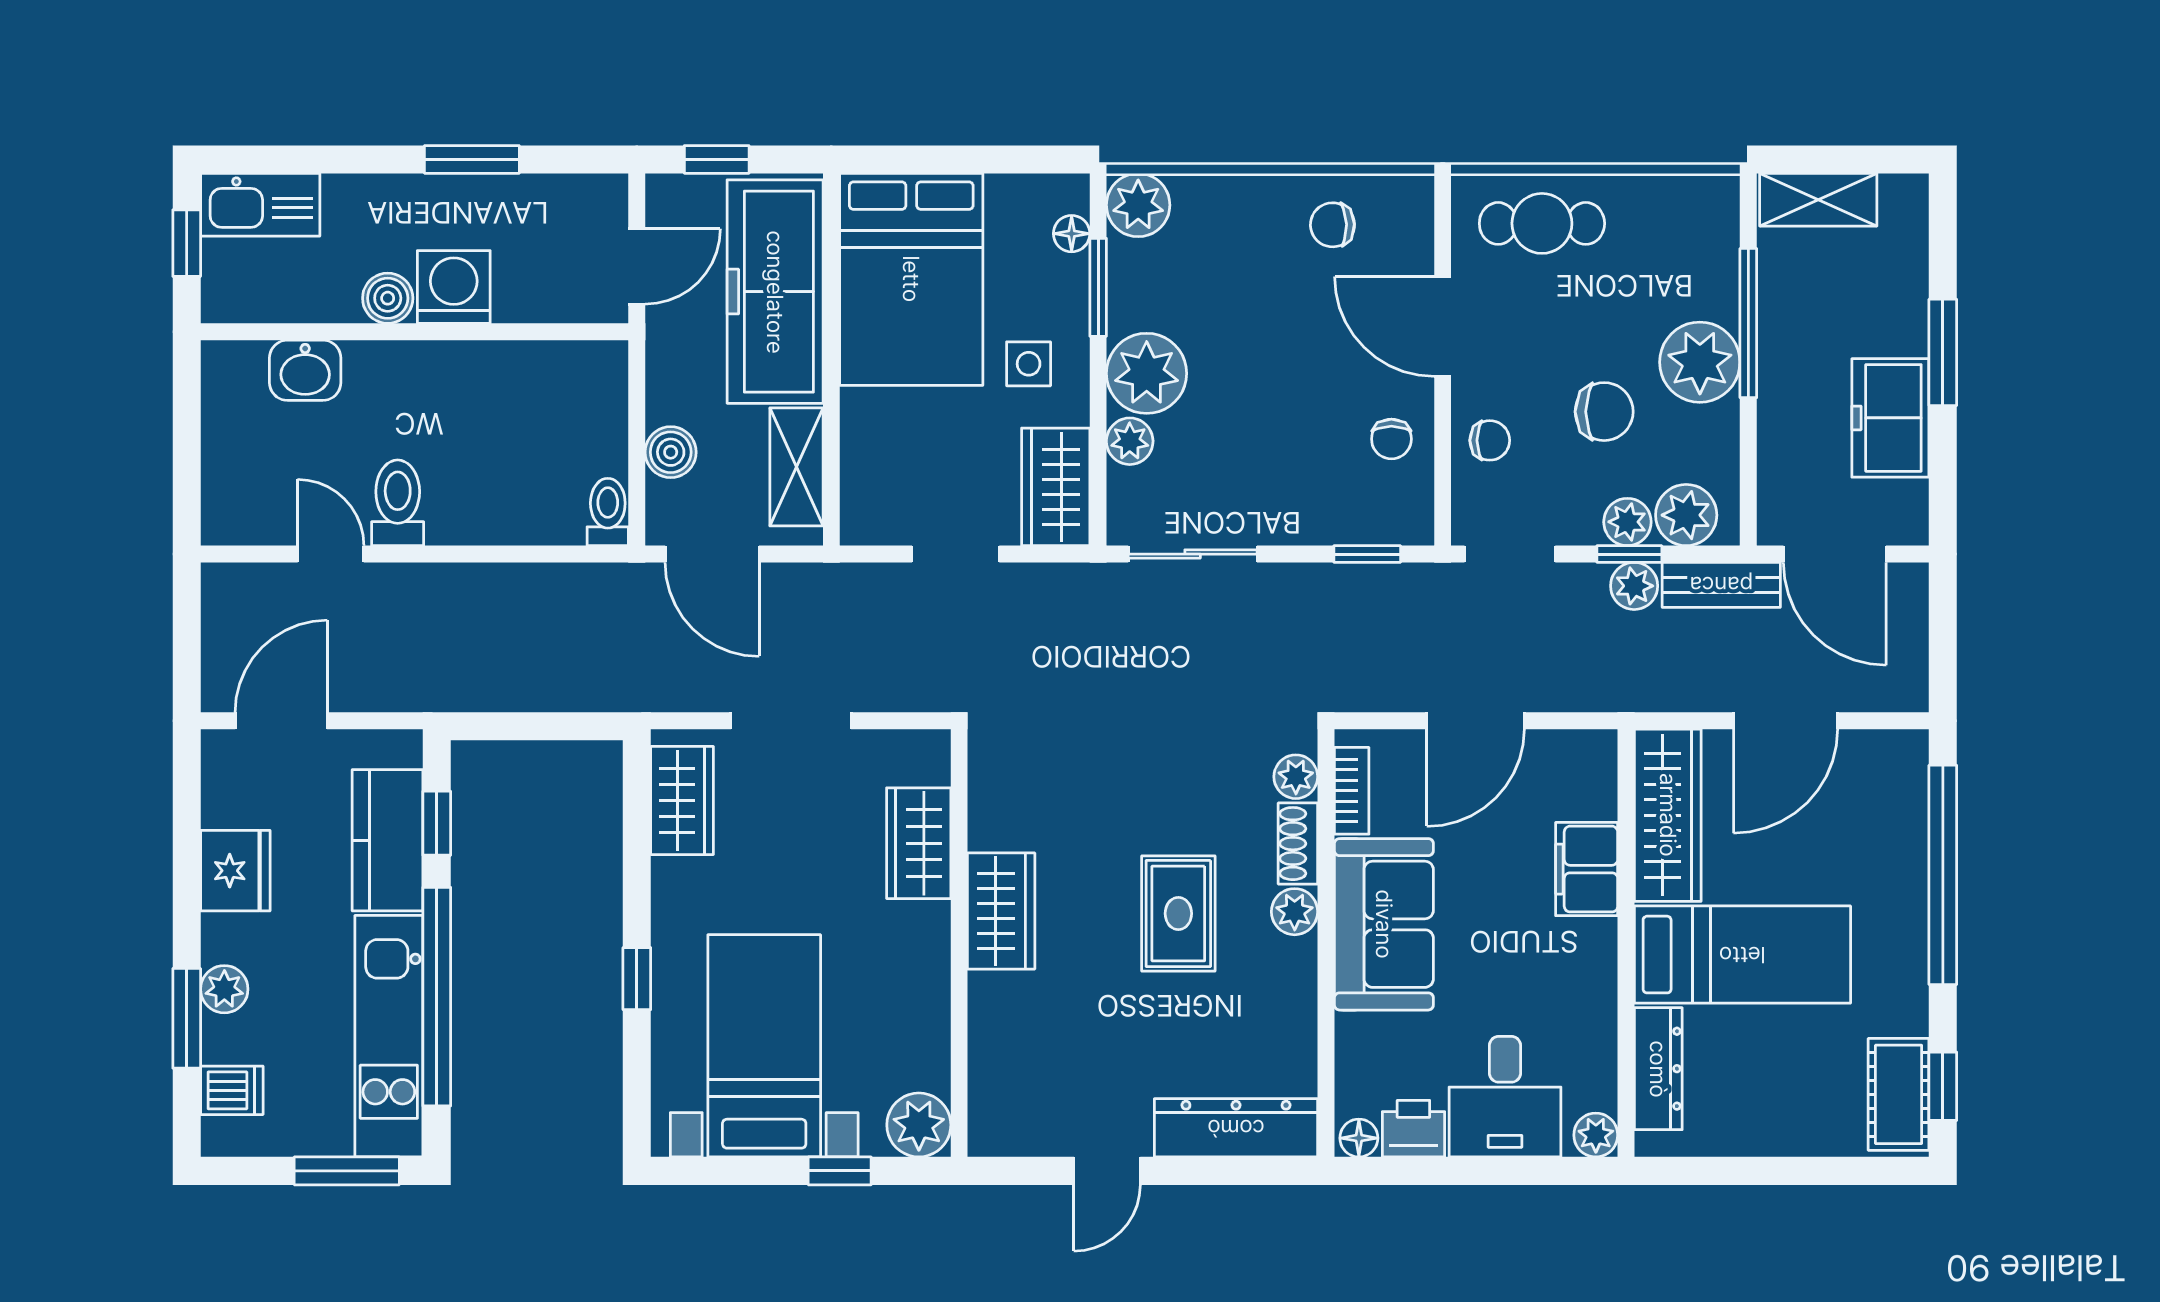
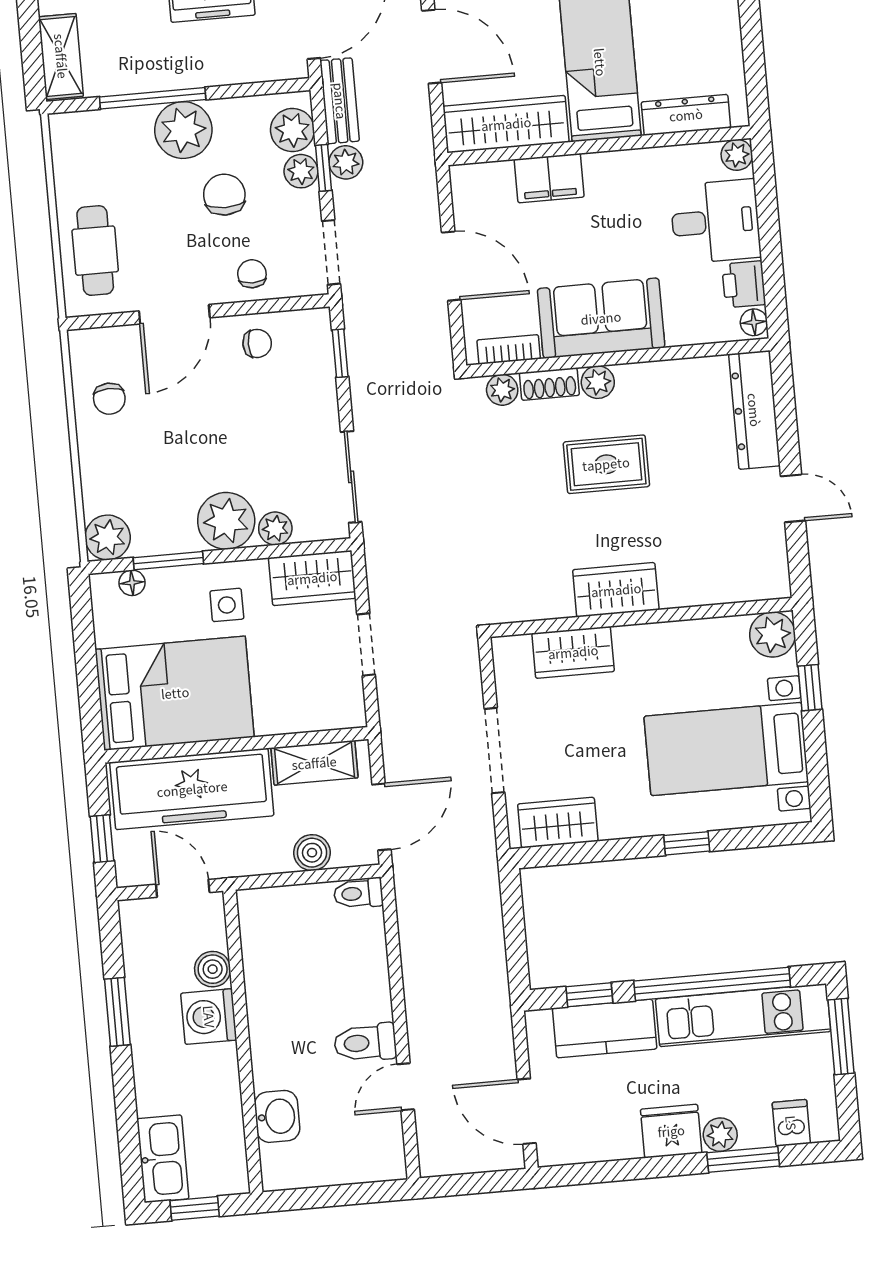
boiler: (388, 298) -> (213, 969), moved
fridge: (235, 871) -> (671, 1131), moved

